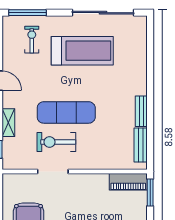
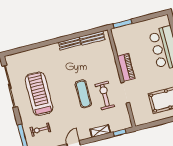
exercise mat: (66, 112) -> (83, 94), width x0.73, depth x0.69
exercise bike: (56, 142) -> (105, 95), turned 180
piano: (128, 182) -> (126, 67), moved

